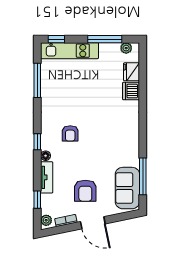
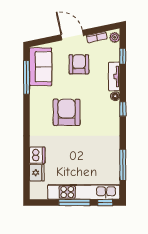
window: (105, 39) -> (74, 203), moved
plant: (126, 48) -> (42, 194), removed
kitchen unit: (70, 51) -> (84, 192), width x1.36
armchair: (70, 133) -> (67, 112), moved, width x1.88, depth x1.88

